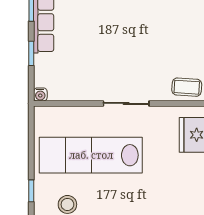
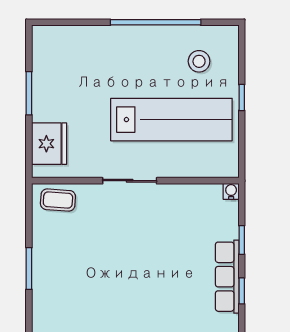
window: (31, 191) -> (242, 98), moved

